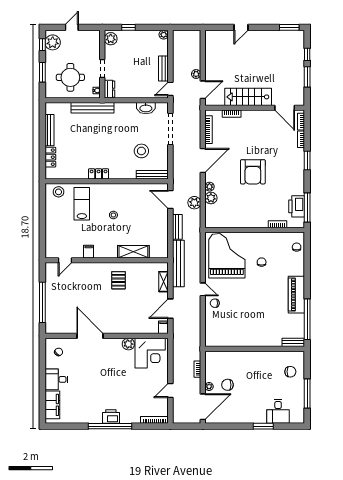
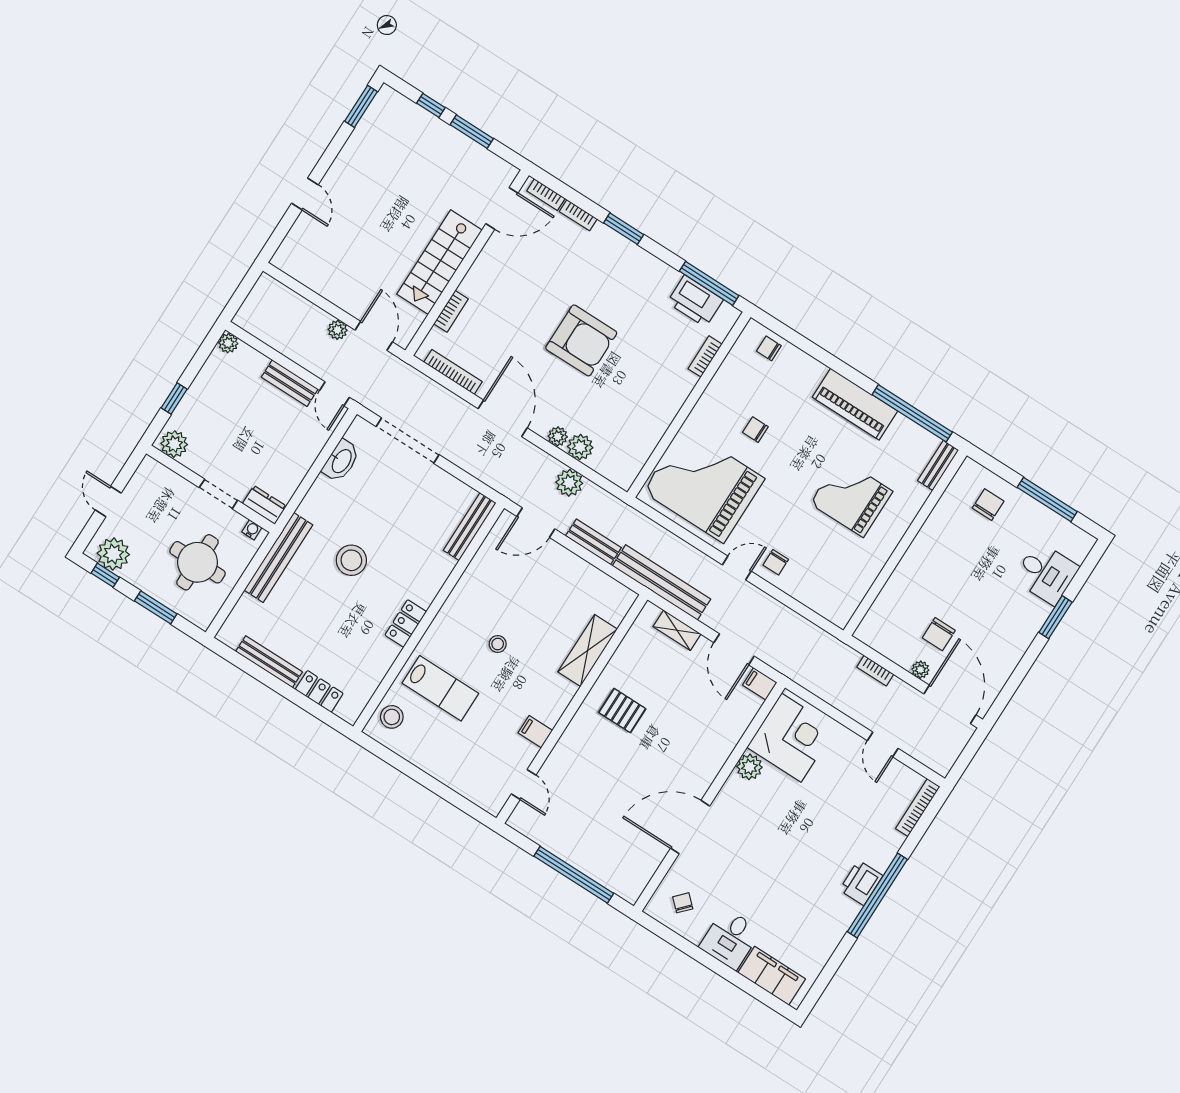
stool: (141, 151) -> (351, 560), moved
lab bench: (82, 204) -> (440, 688), turned 180
grand piano: (259, 316) -> (851, 497), added

